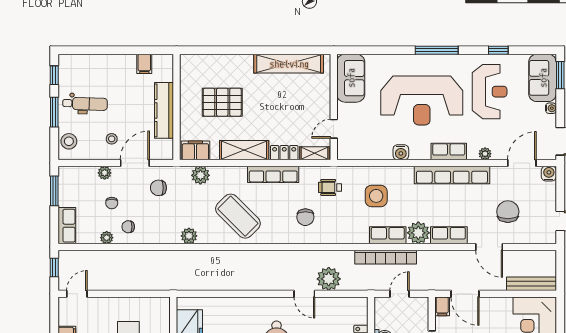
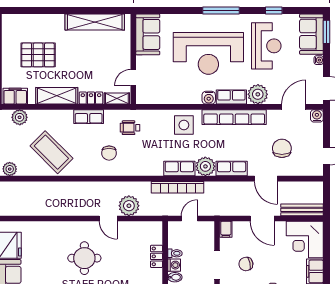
water cooler: (401, 152) -> (209, 98), moved
plant: (485, 154) -> (258, 94), width x1.88, depth x1.88
row of seats: (273, 174) -> (89, 117), width x0.68
side table: (376, 196) -> (184, 125), moved
door: (465, 294) -> (262, 218), moved

